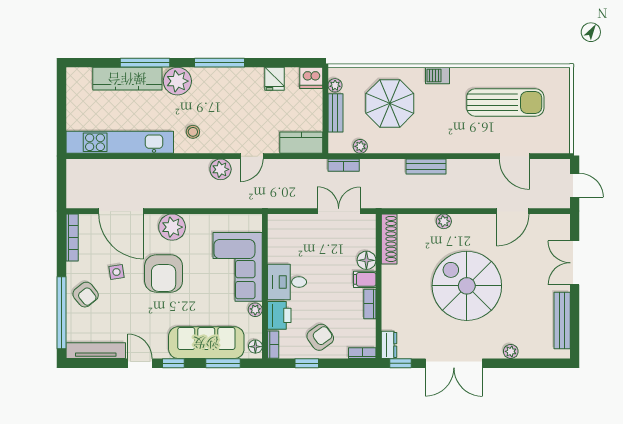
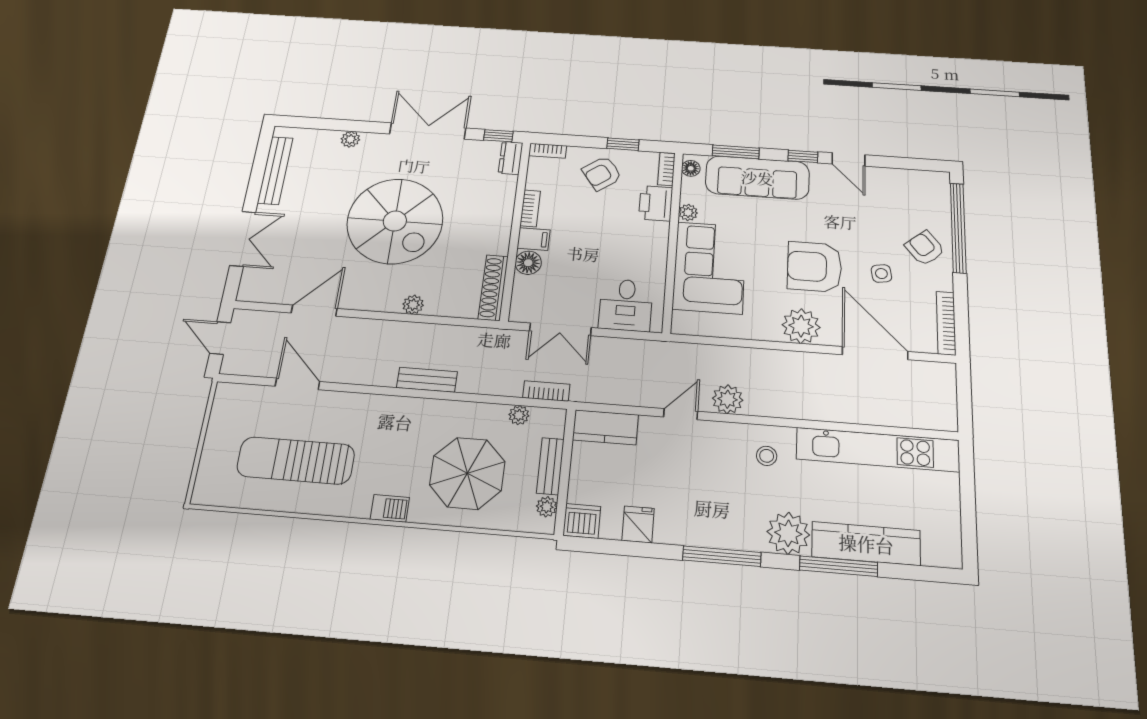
armchair: (164, 274) -> (814, 267), turned -90
desk: (287, 282) -> (626, 305), moved, turned 90
tv unit: (96, 351) -> (909, 179), removed

